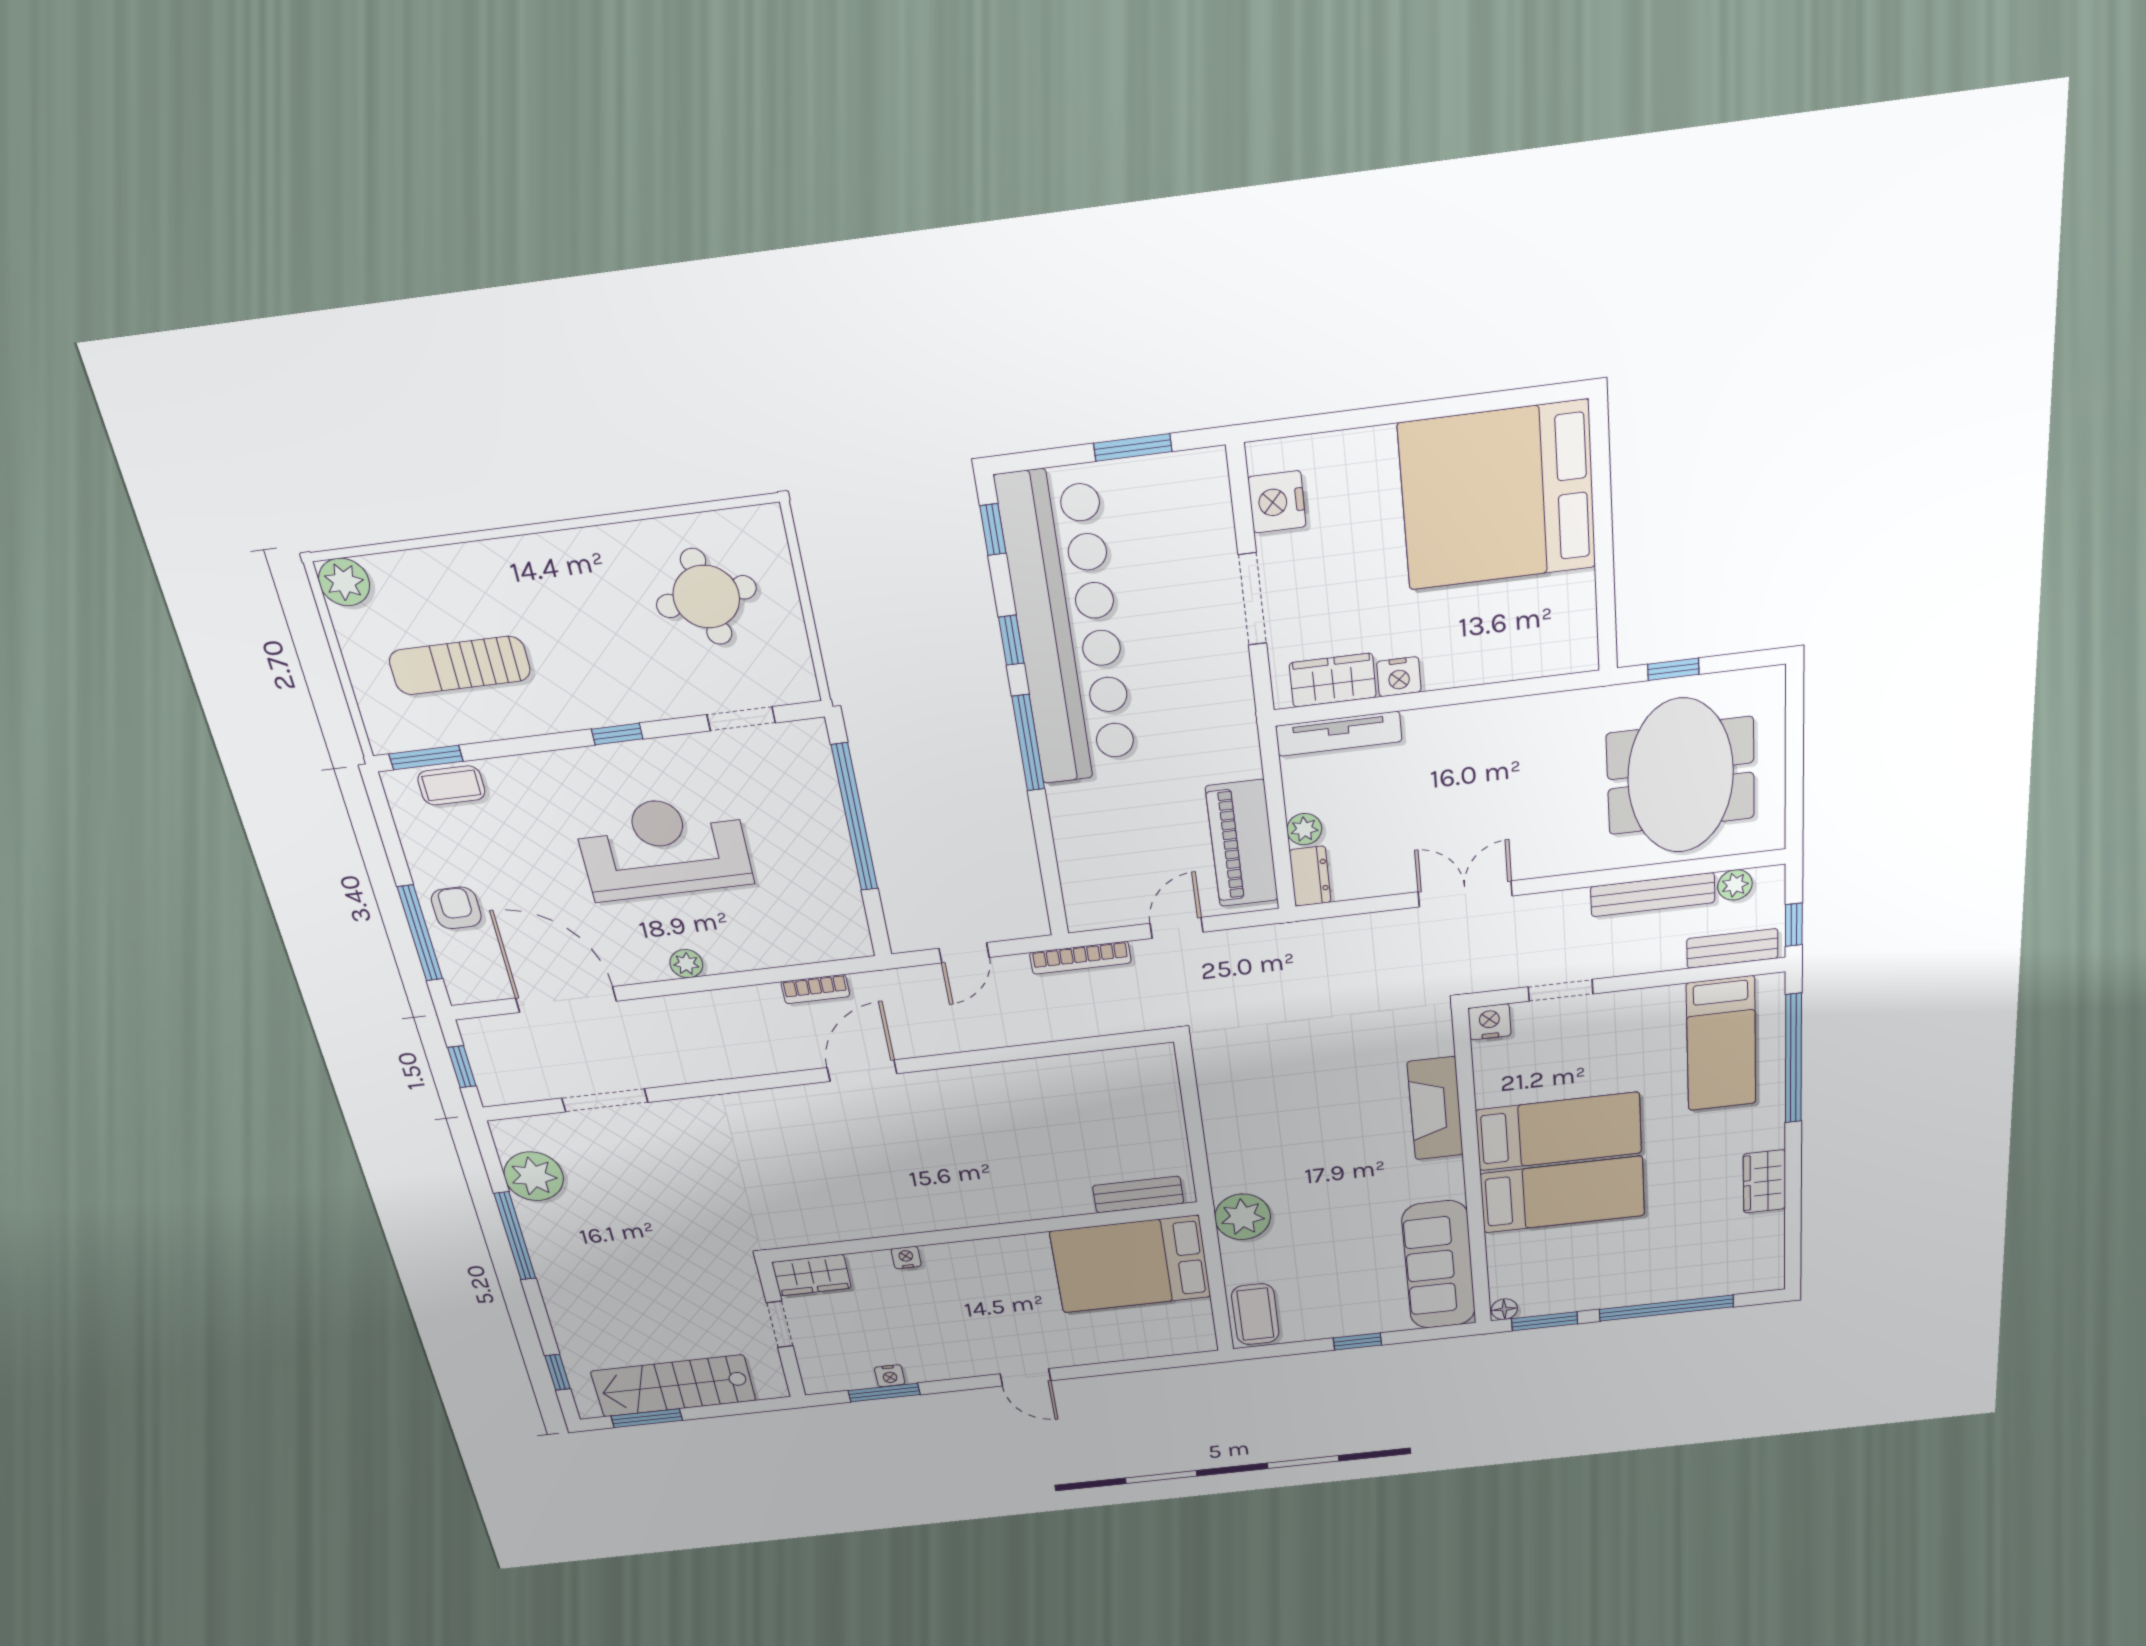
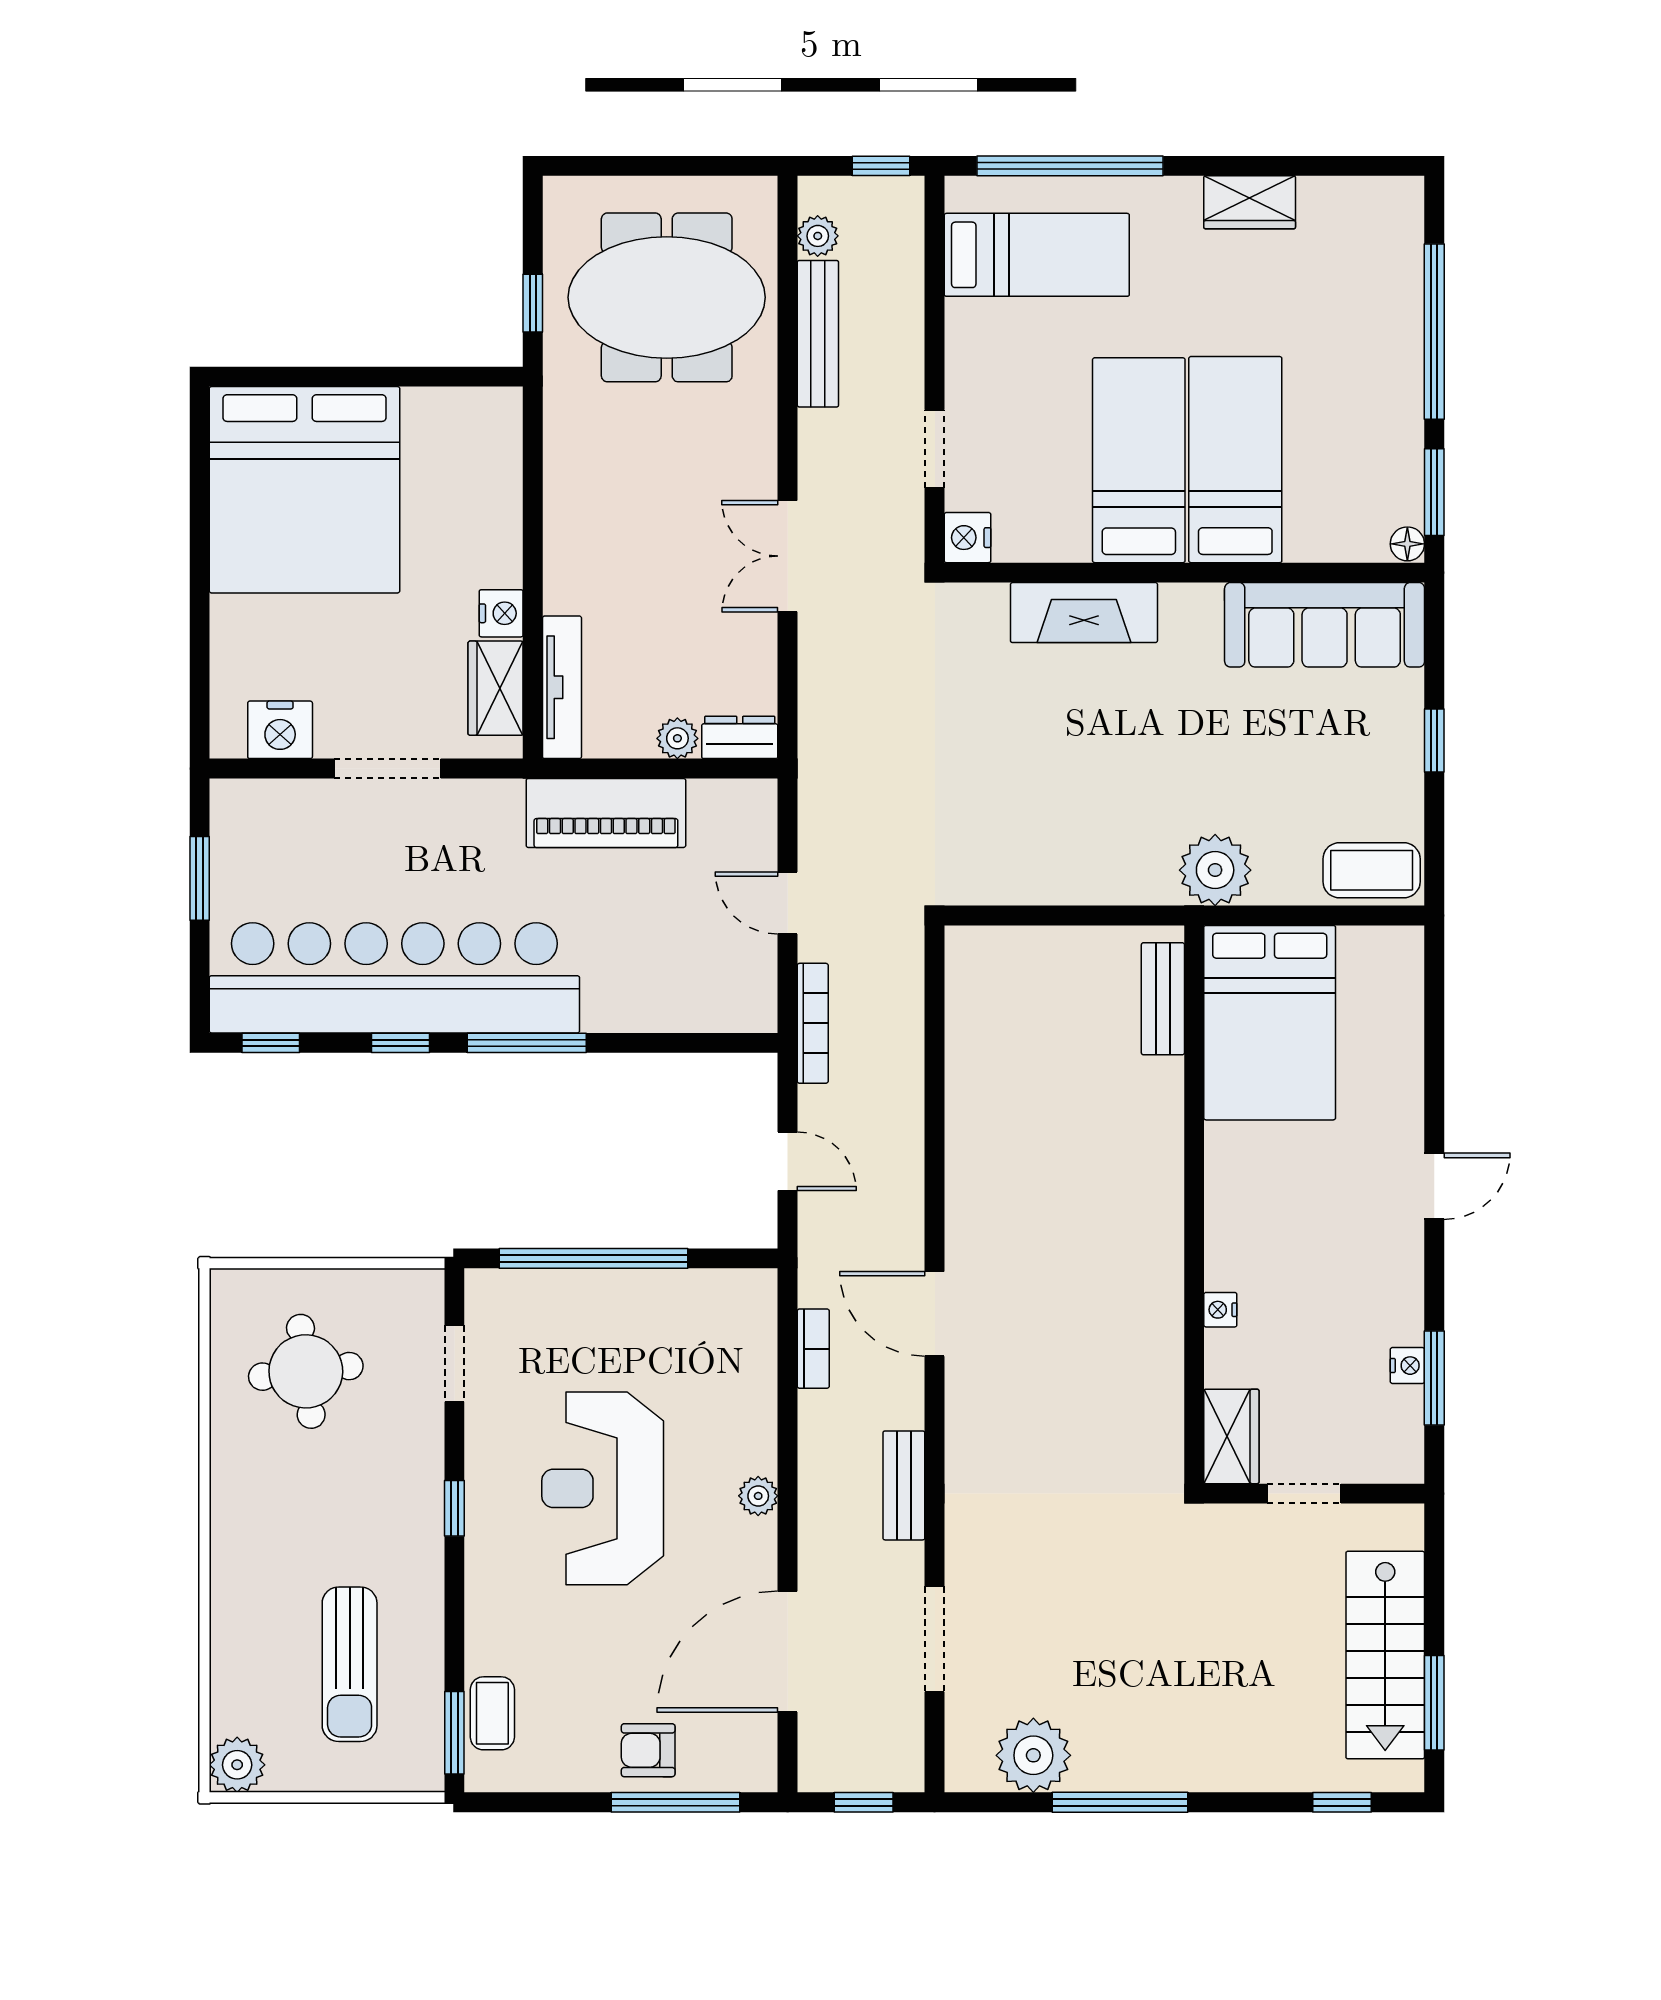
piano: (1242, 843) -> (606, 813), moved
bench: (1732, 948) -> (904, 1485), moved

